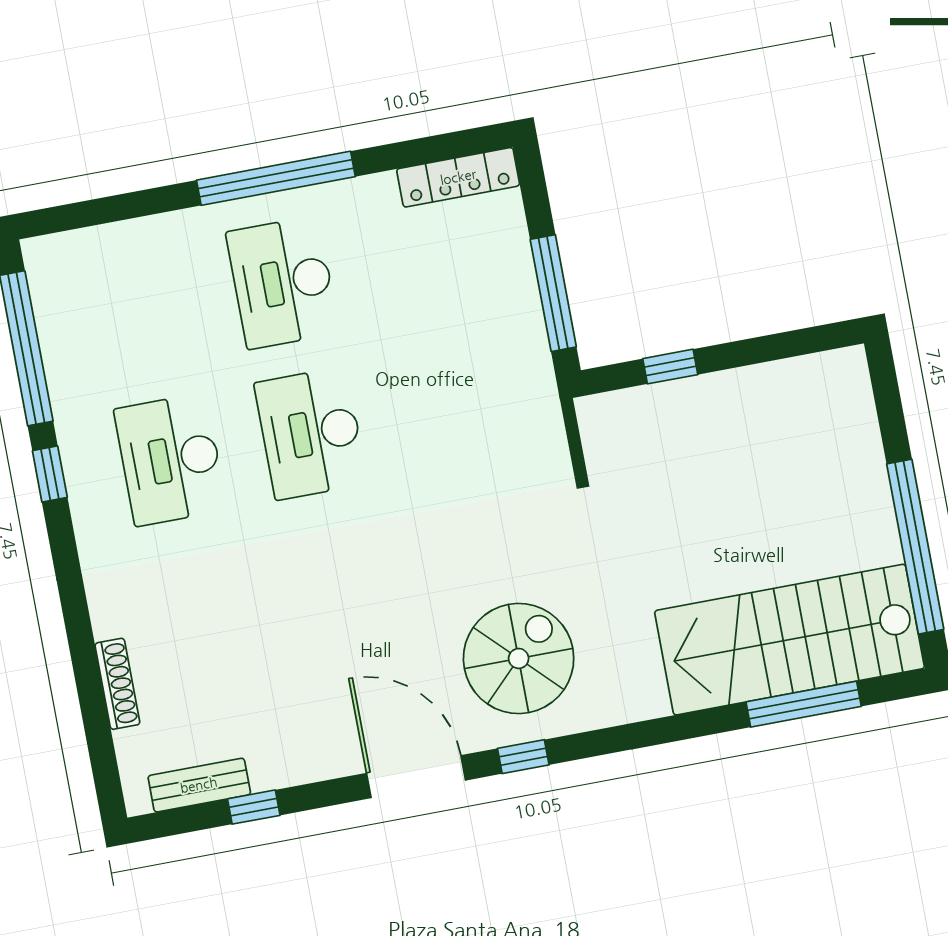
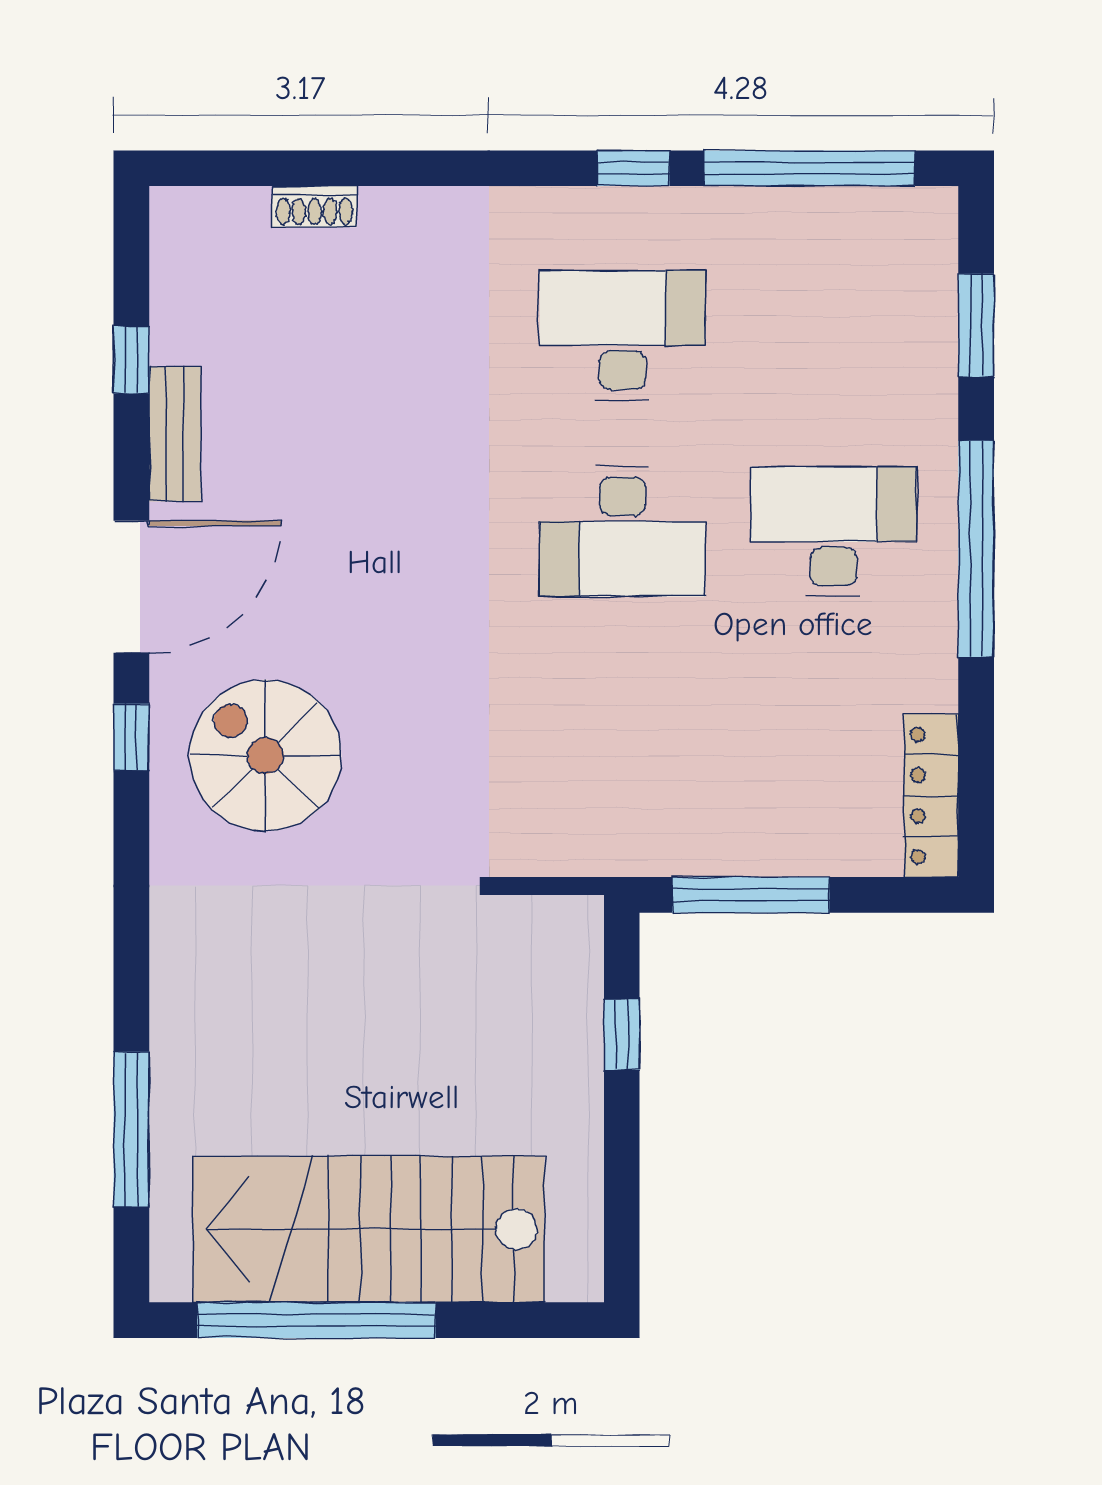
window: (116, 208) -> (976, 325), added
desk: (311, 433) -> (623, 532), turned 180
stairs: (790, 640) -> (369, 1229), moved, turned -90
spiral stairs: (519, 658) -> (265, 756), turned 180
shoe rack: (117, 684) -> (314, 207), width x0.70
bench: (199, 785) -> (175, 434), moved

